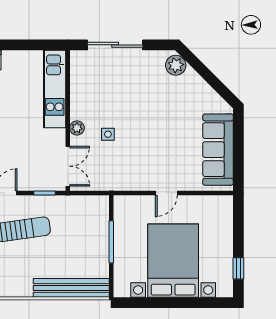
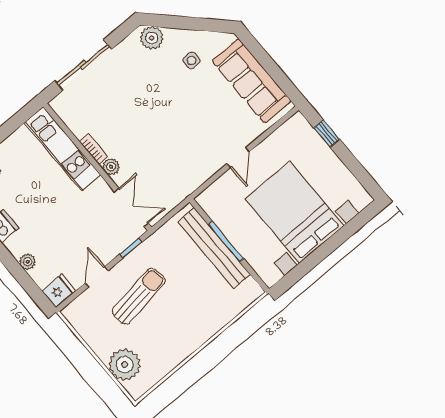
bookcase: (75, 106) -> (93, 149), added
side table: (108, 134) -> (192, 60), moved
window: (238, 268) -> (327, 133), moved
bench: (71, 288) -> (214, 248), moved, turned 90

